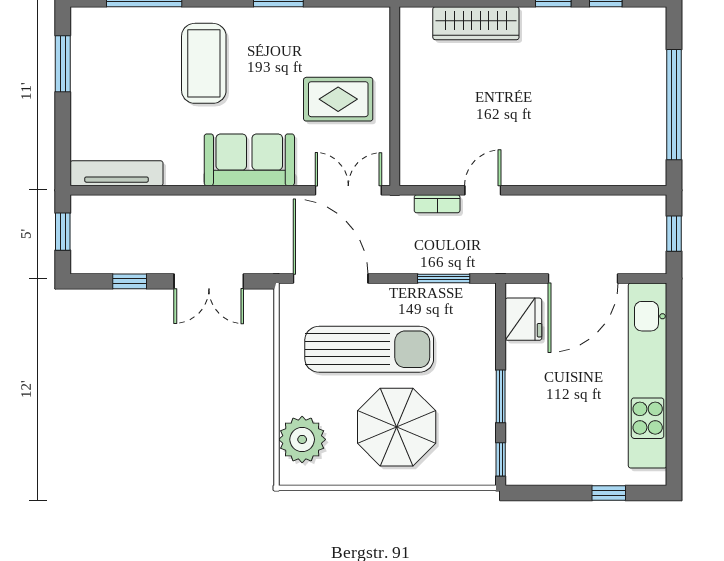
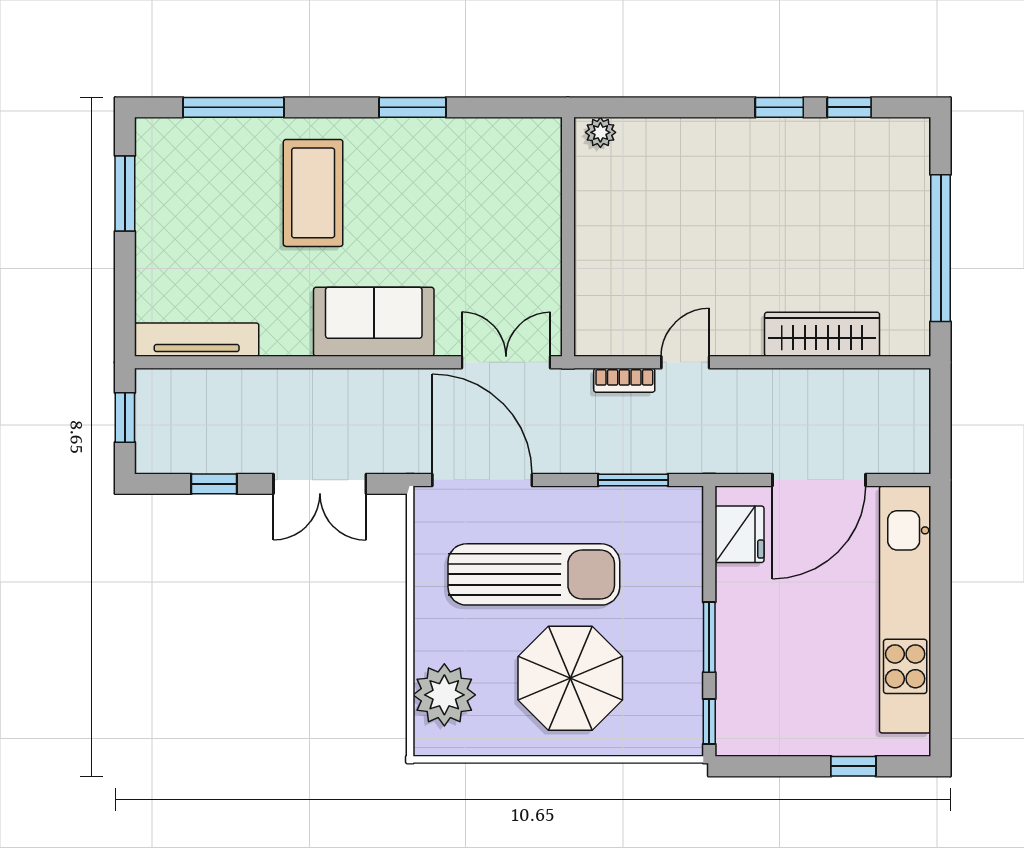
plant: (419, 18) -> (600, 132), added
wardrobe: (476, 23) -> (822, 334), moved, turned 180
rug: (338, 99) -> (492, 241), removed
window: (674, 234) -> (941, 420), removed

